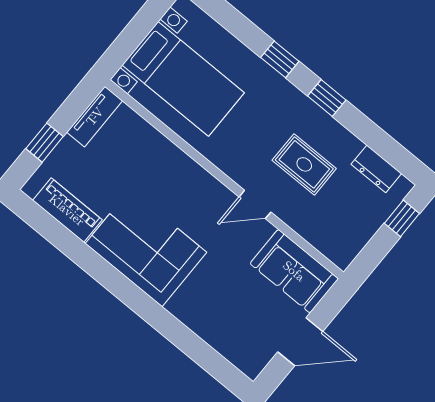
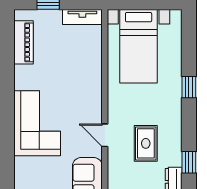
window: (327, 98) -> (189, 162), moved
corner sofa: (146, 248) -> (37, 123), moved

